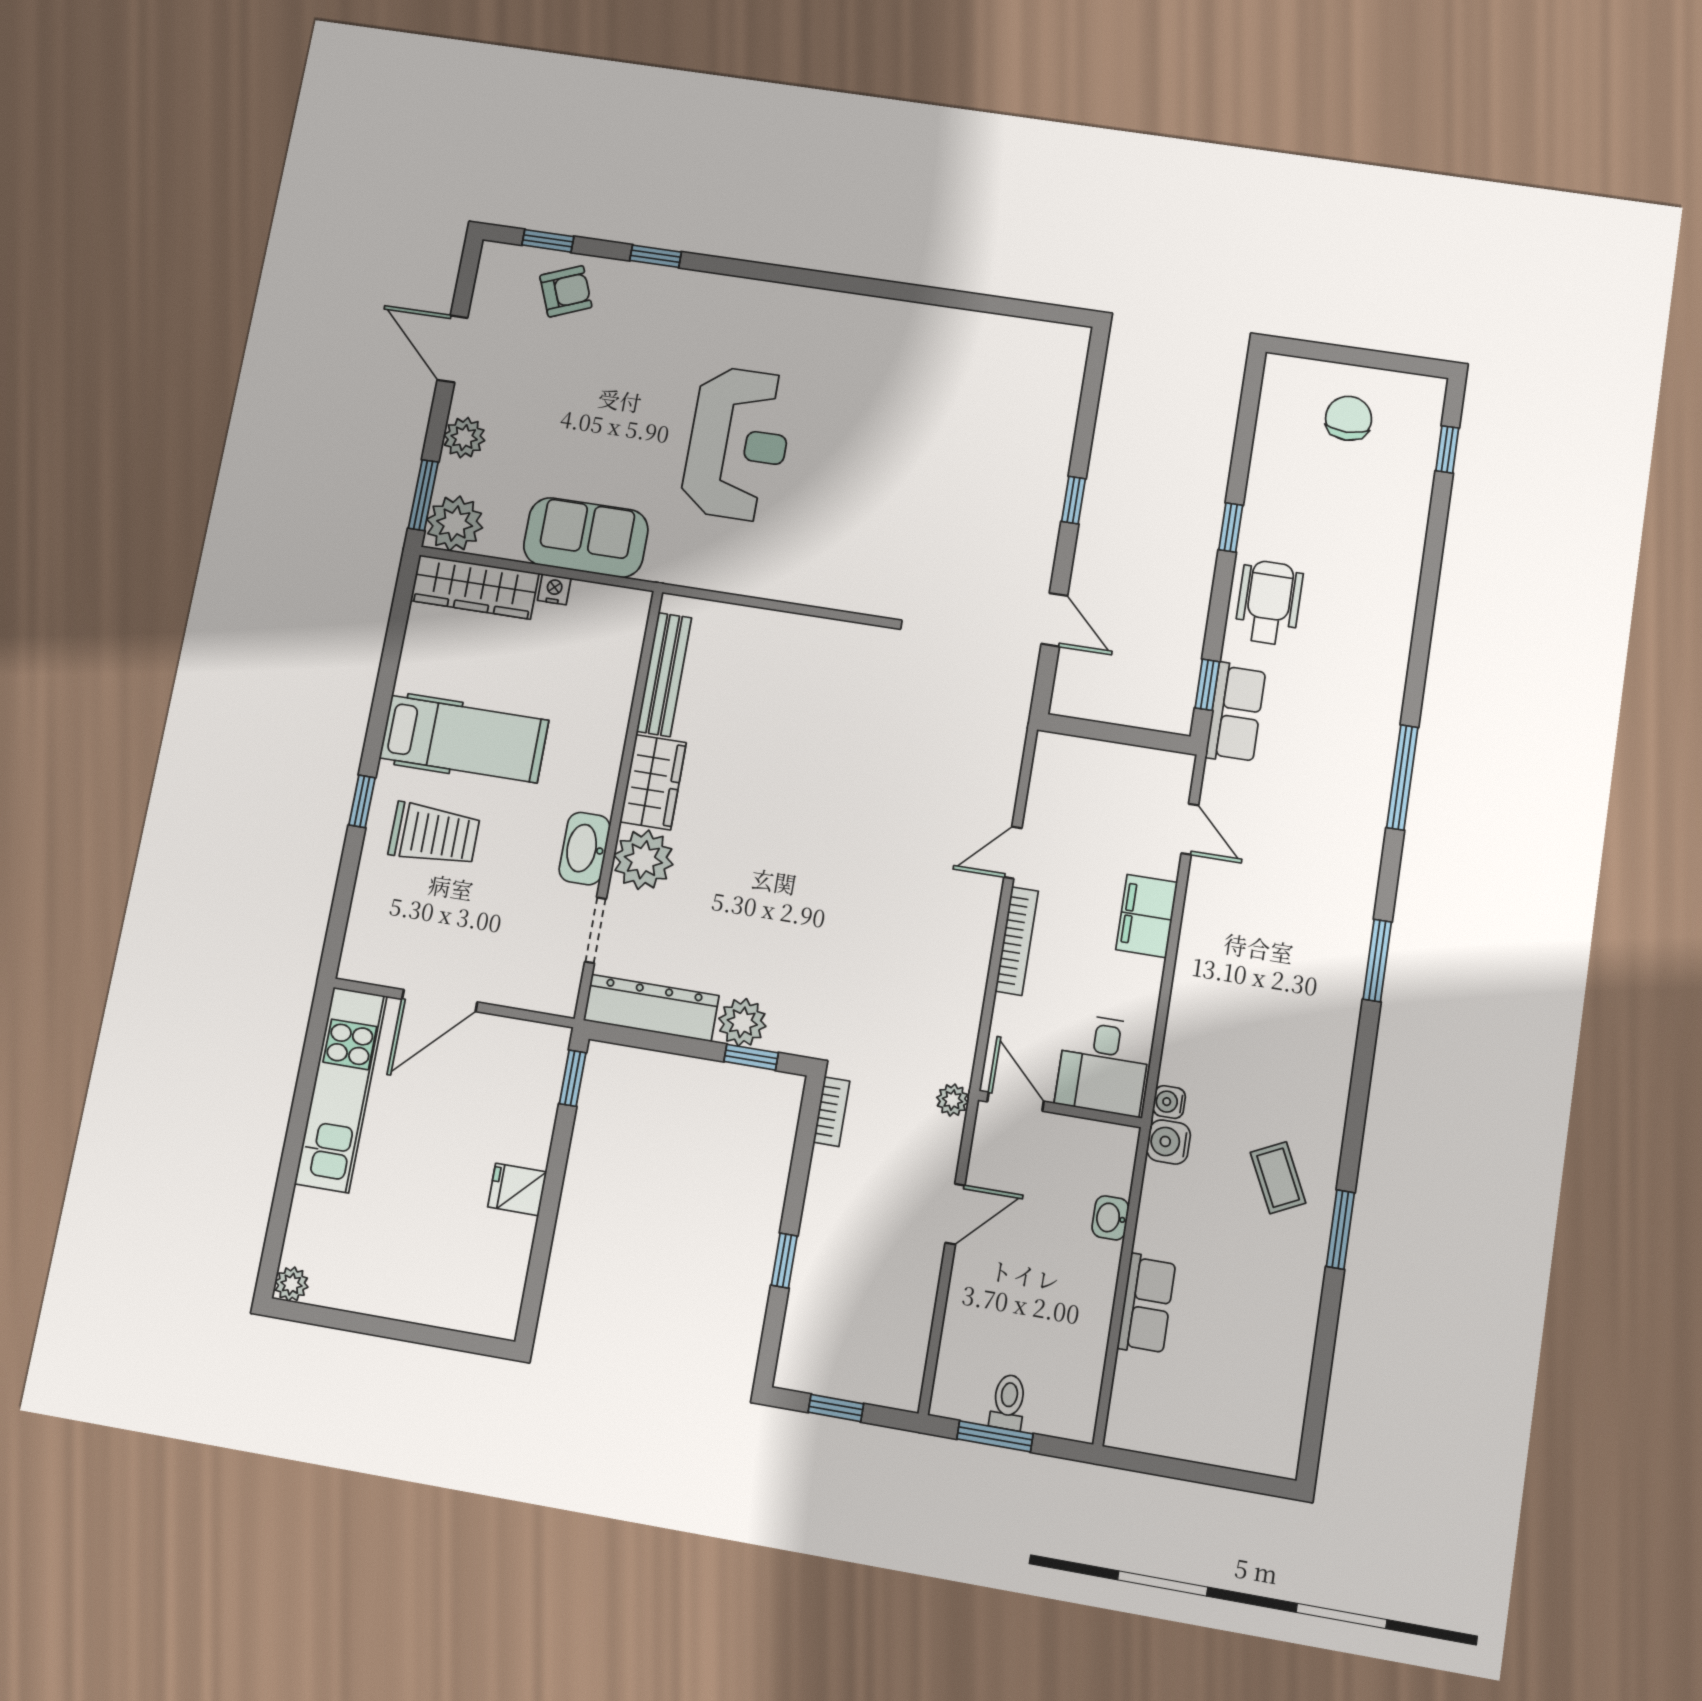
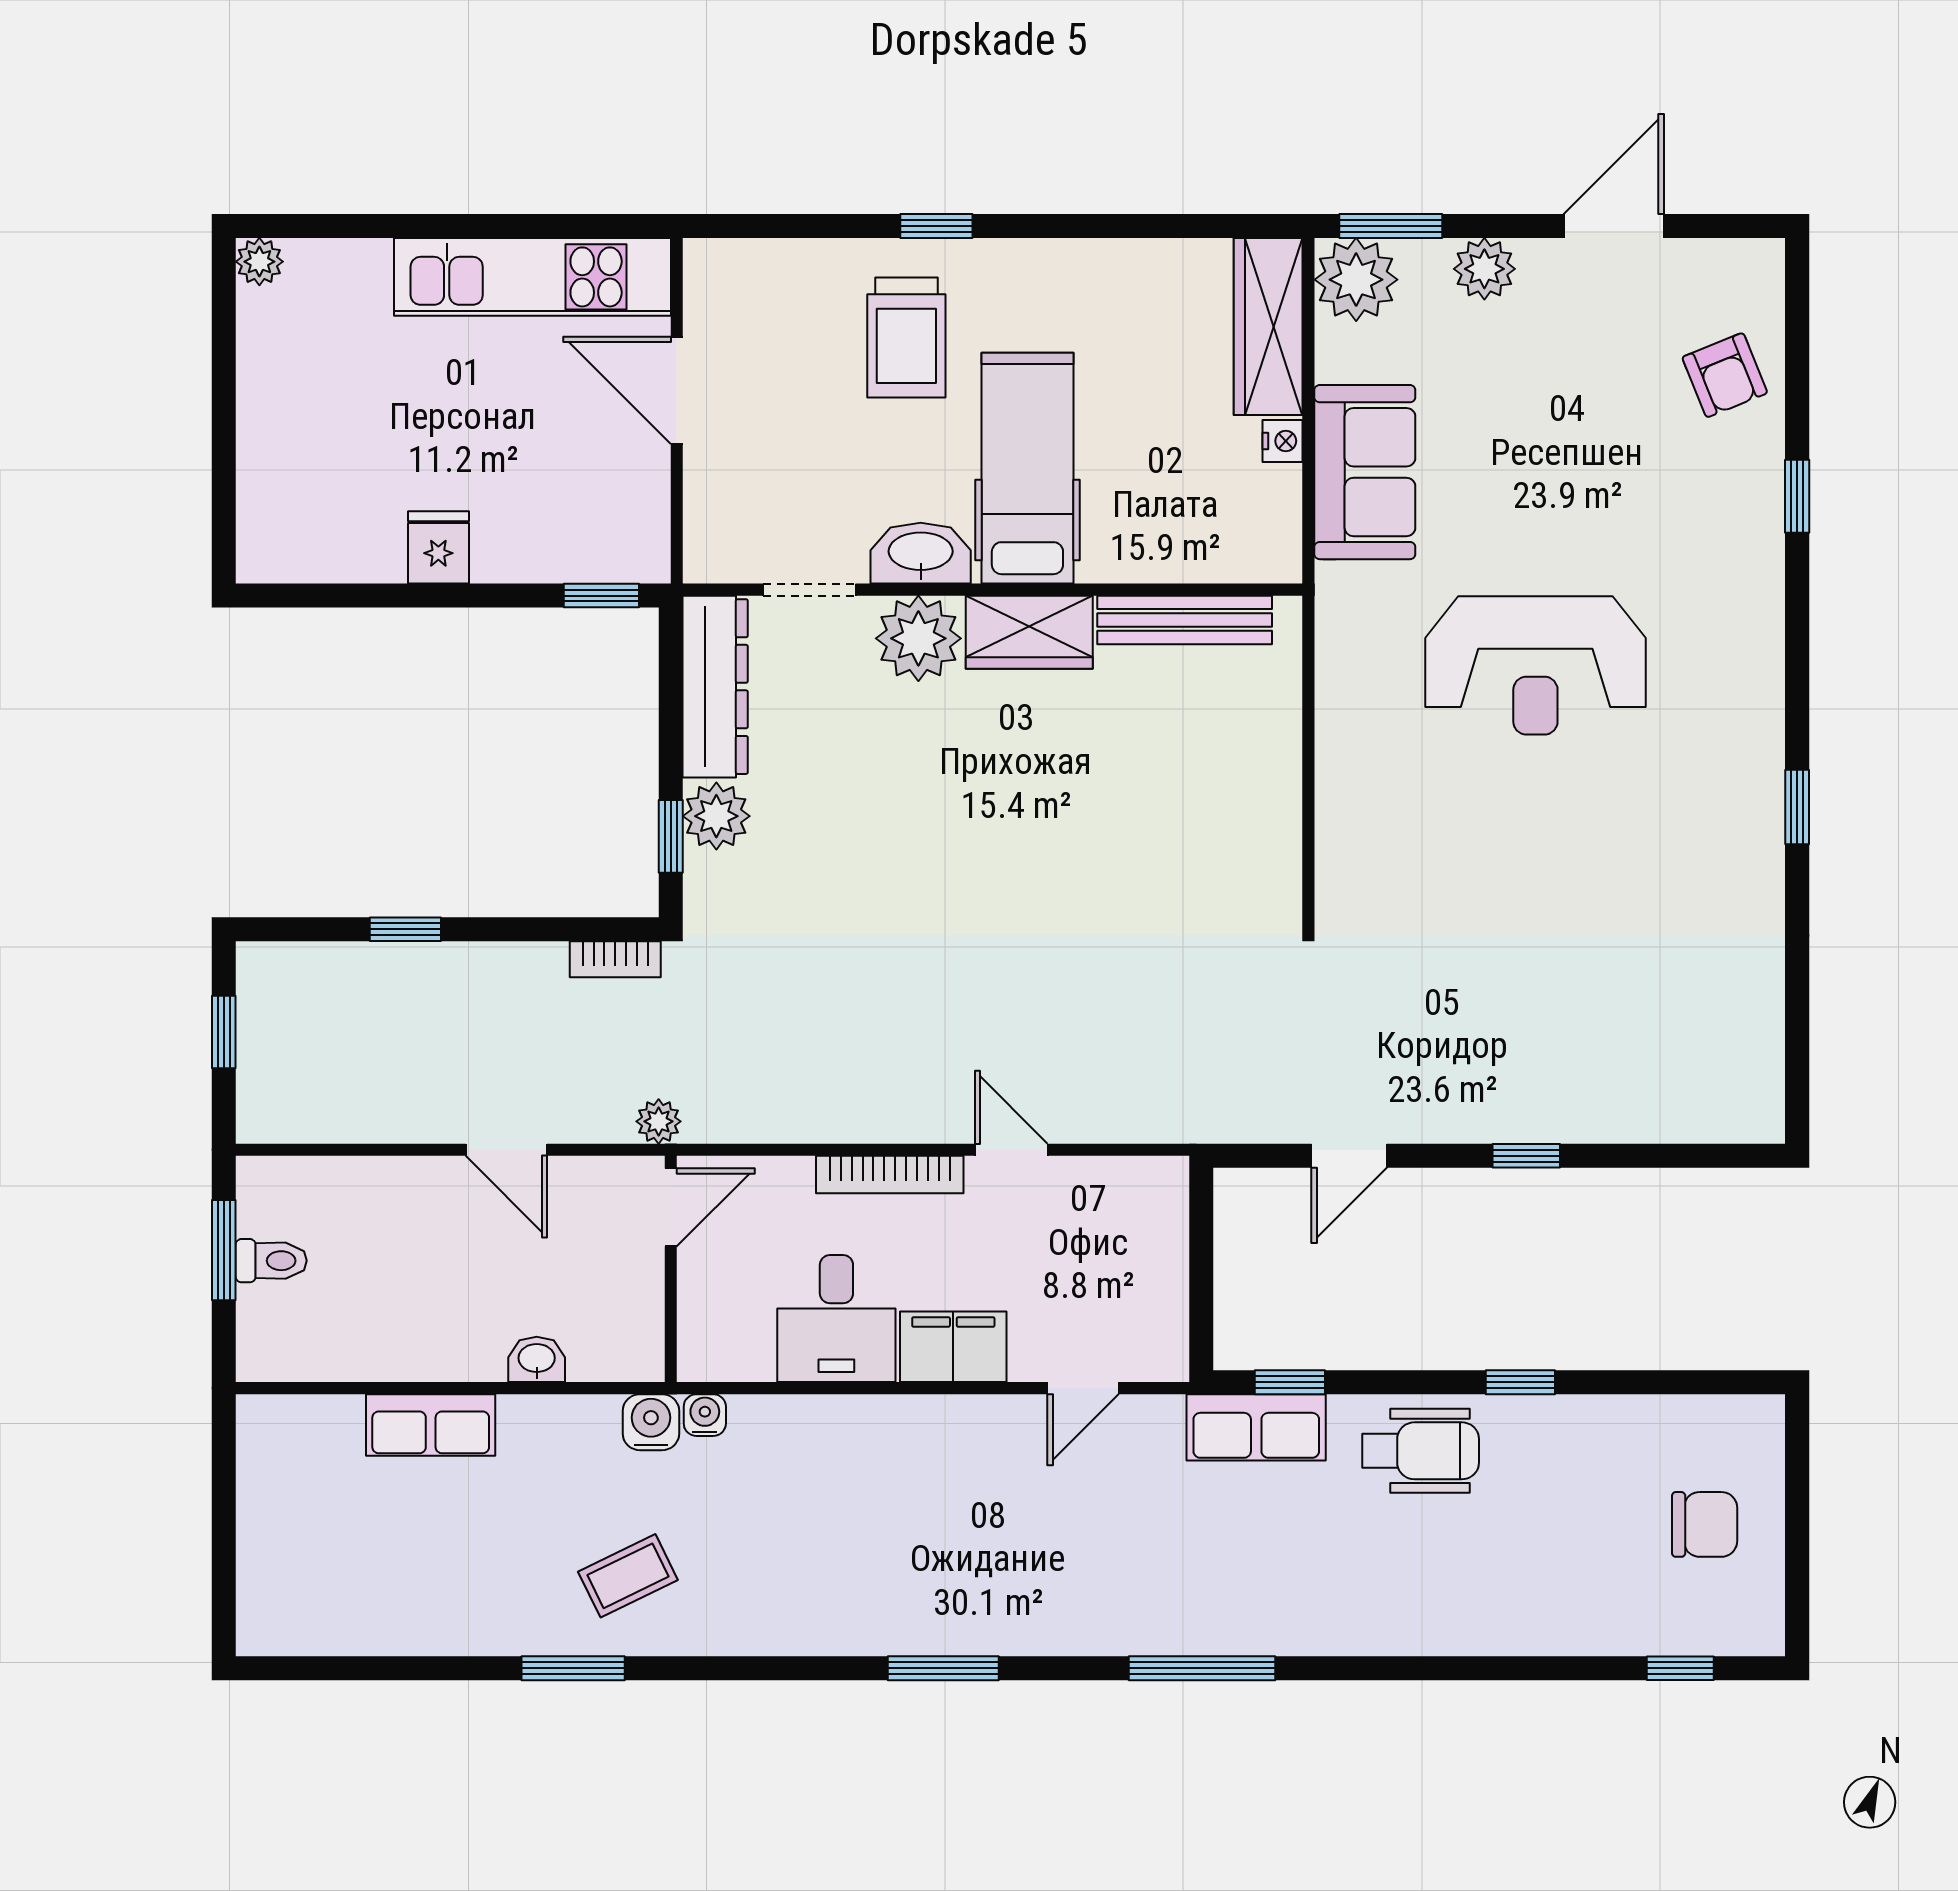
window: (548, 241) -> (1797, 807), moved
hospital bed: (464, 739) -> (1027, 468), moved, turned 180
desk: (1103, 1065) -> (836, 1319), moved, turned -90

